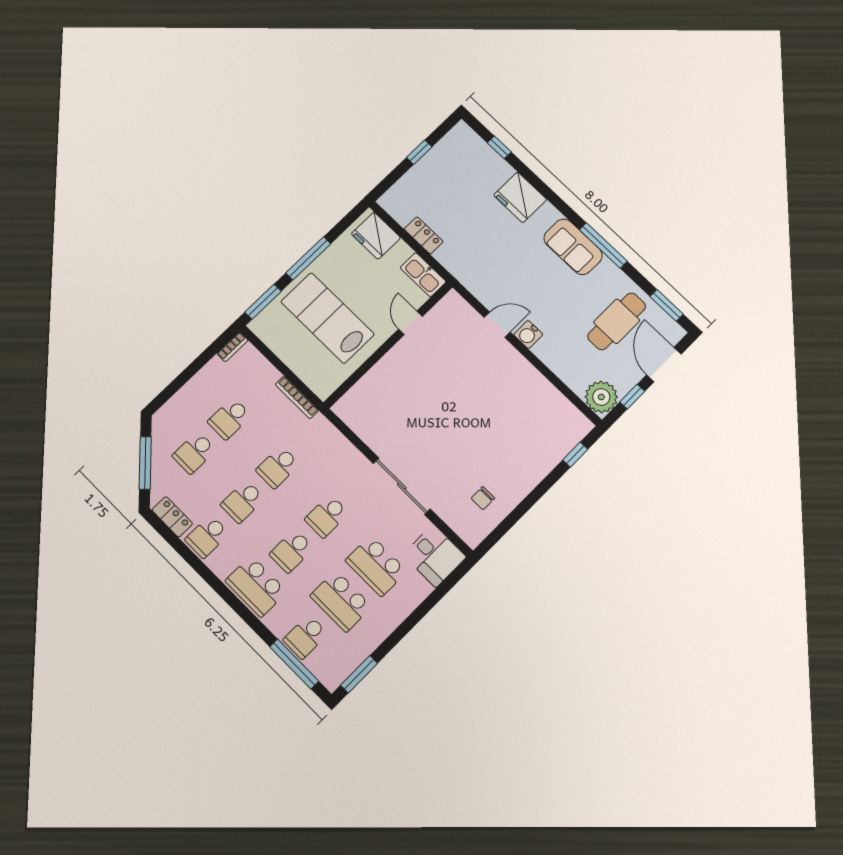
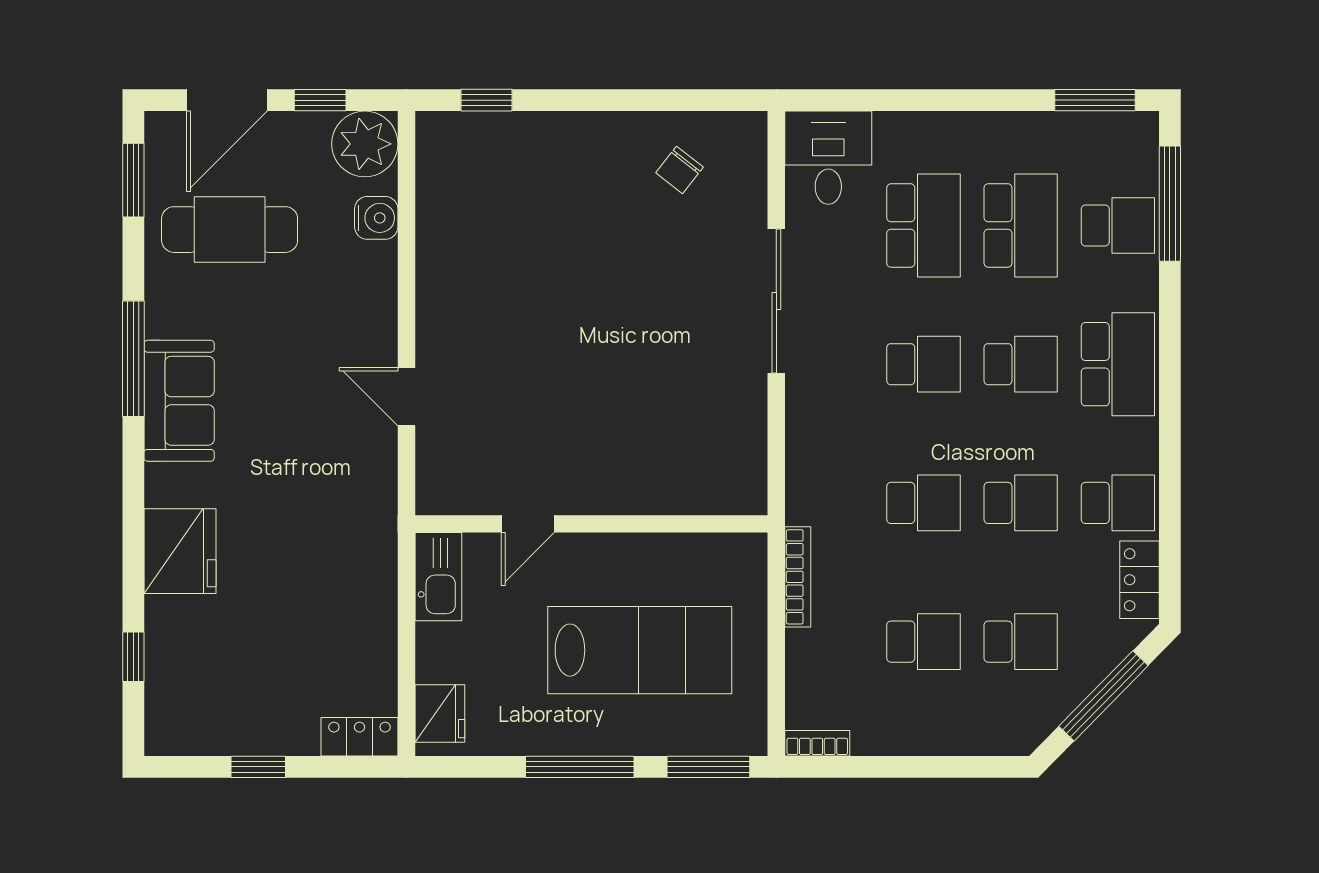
locker: (424, 235) -> (359, 737), moved, turned 90
fridge: (376, 236) -> (440, 714), width x0.73, depth x0.75
lab bench: (327, 318) -> (640, 650), turned -90
water cooler: (528, 334) -> (376, 218), moved
chair: (483, 498) -> (679, 170), turned 128

